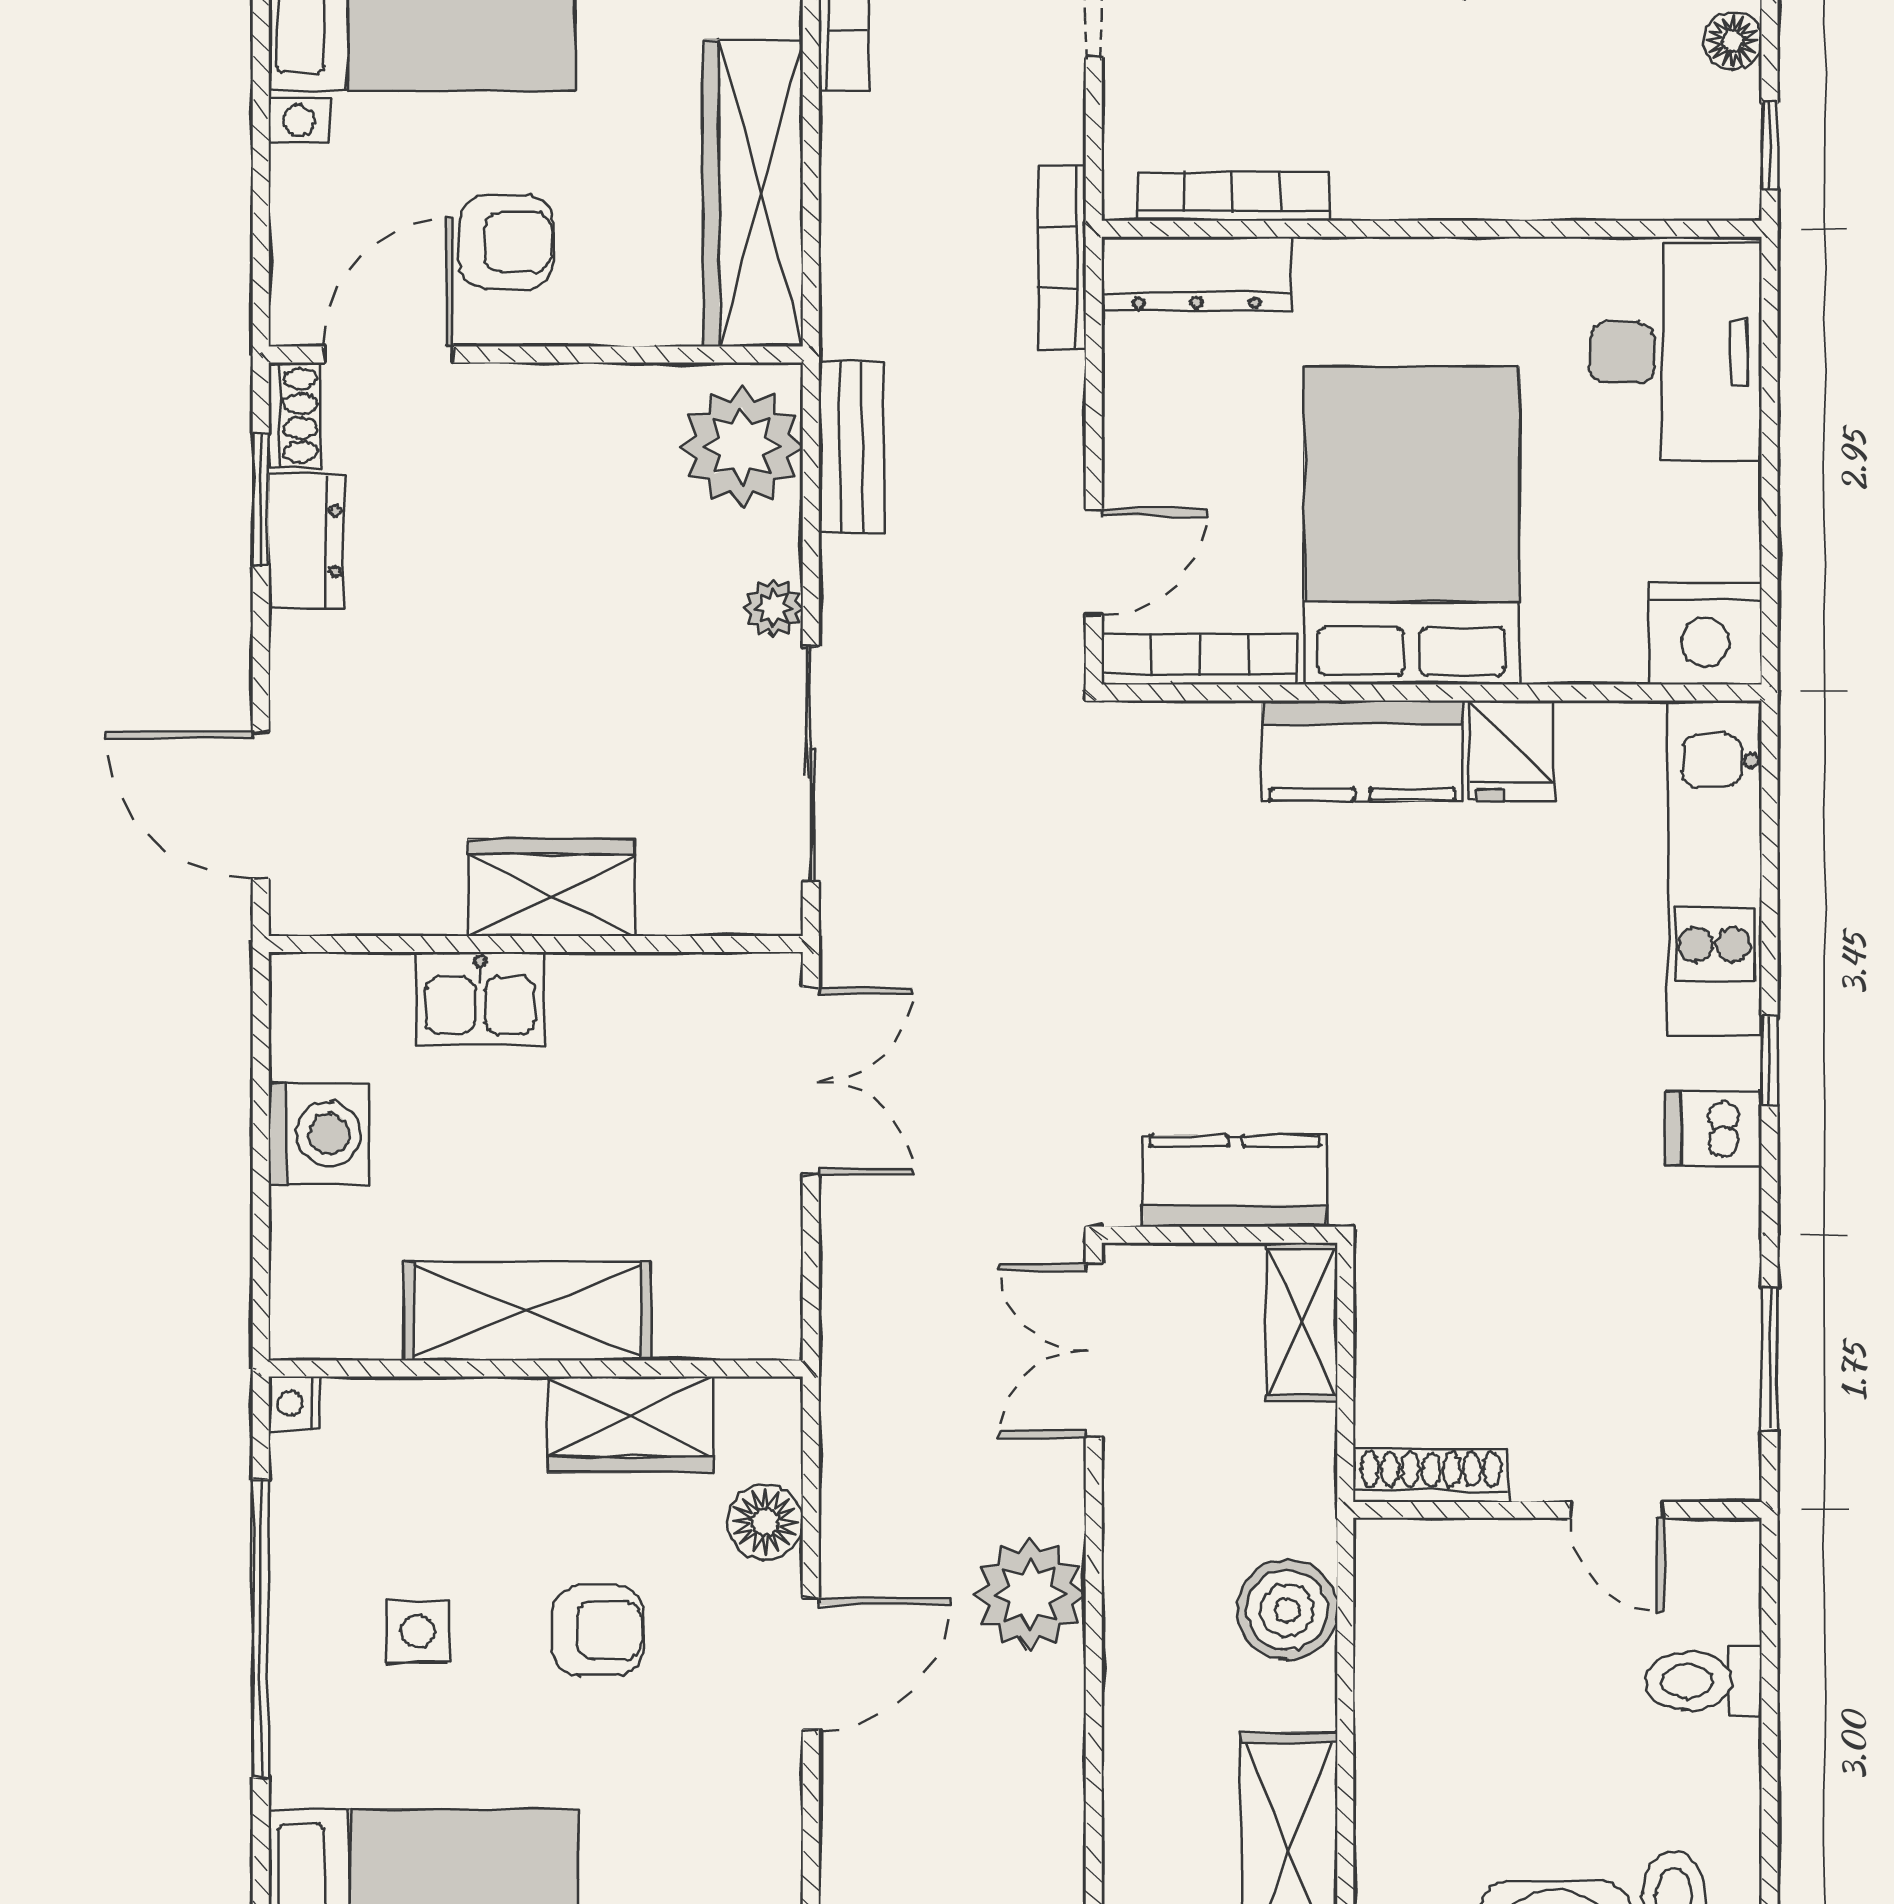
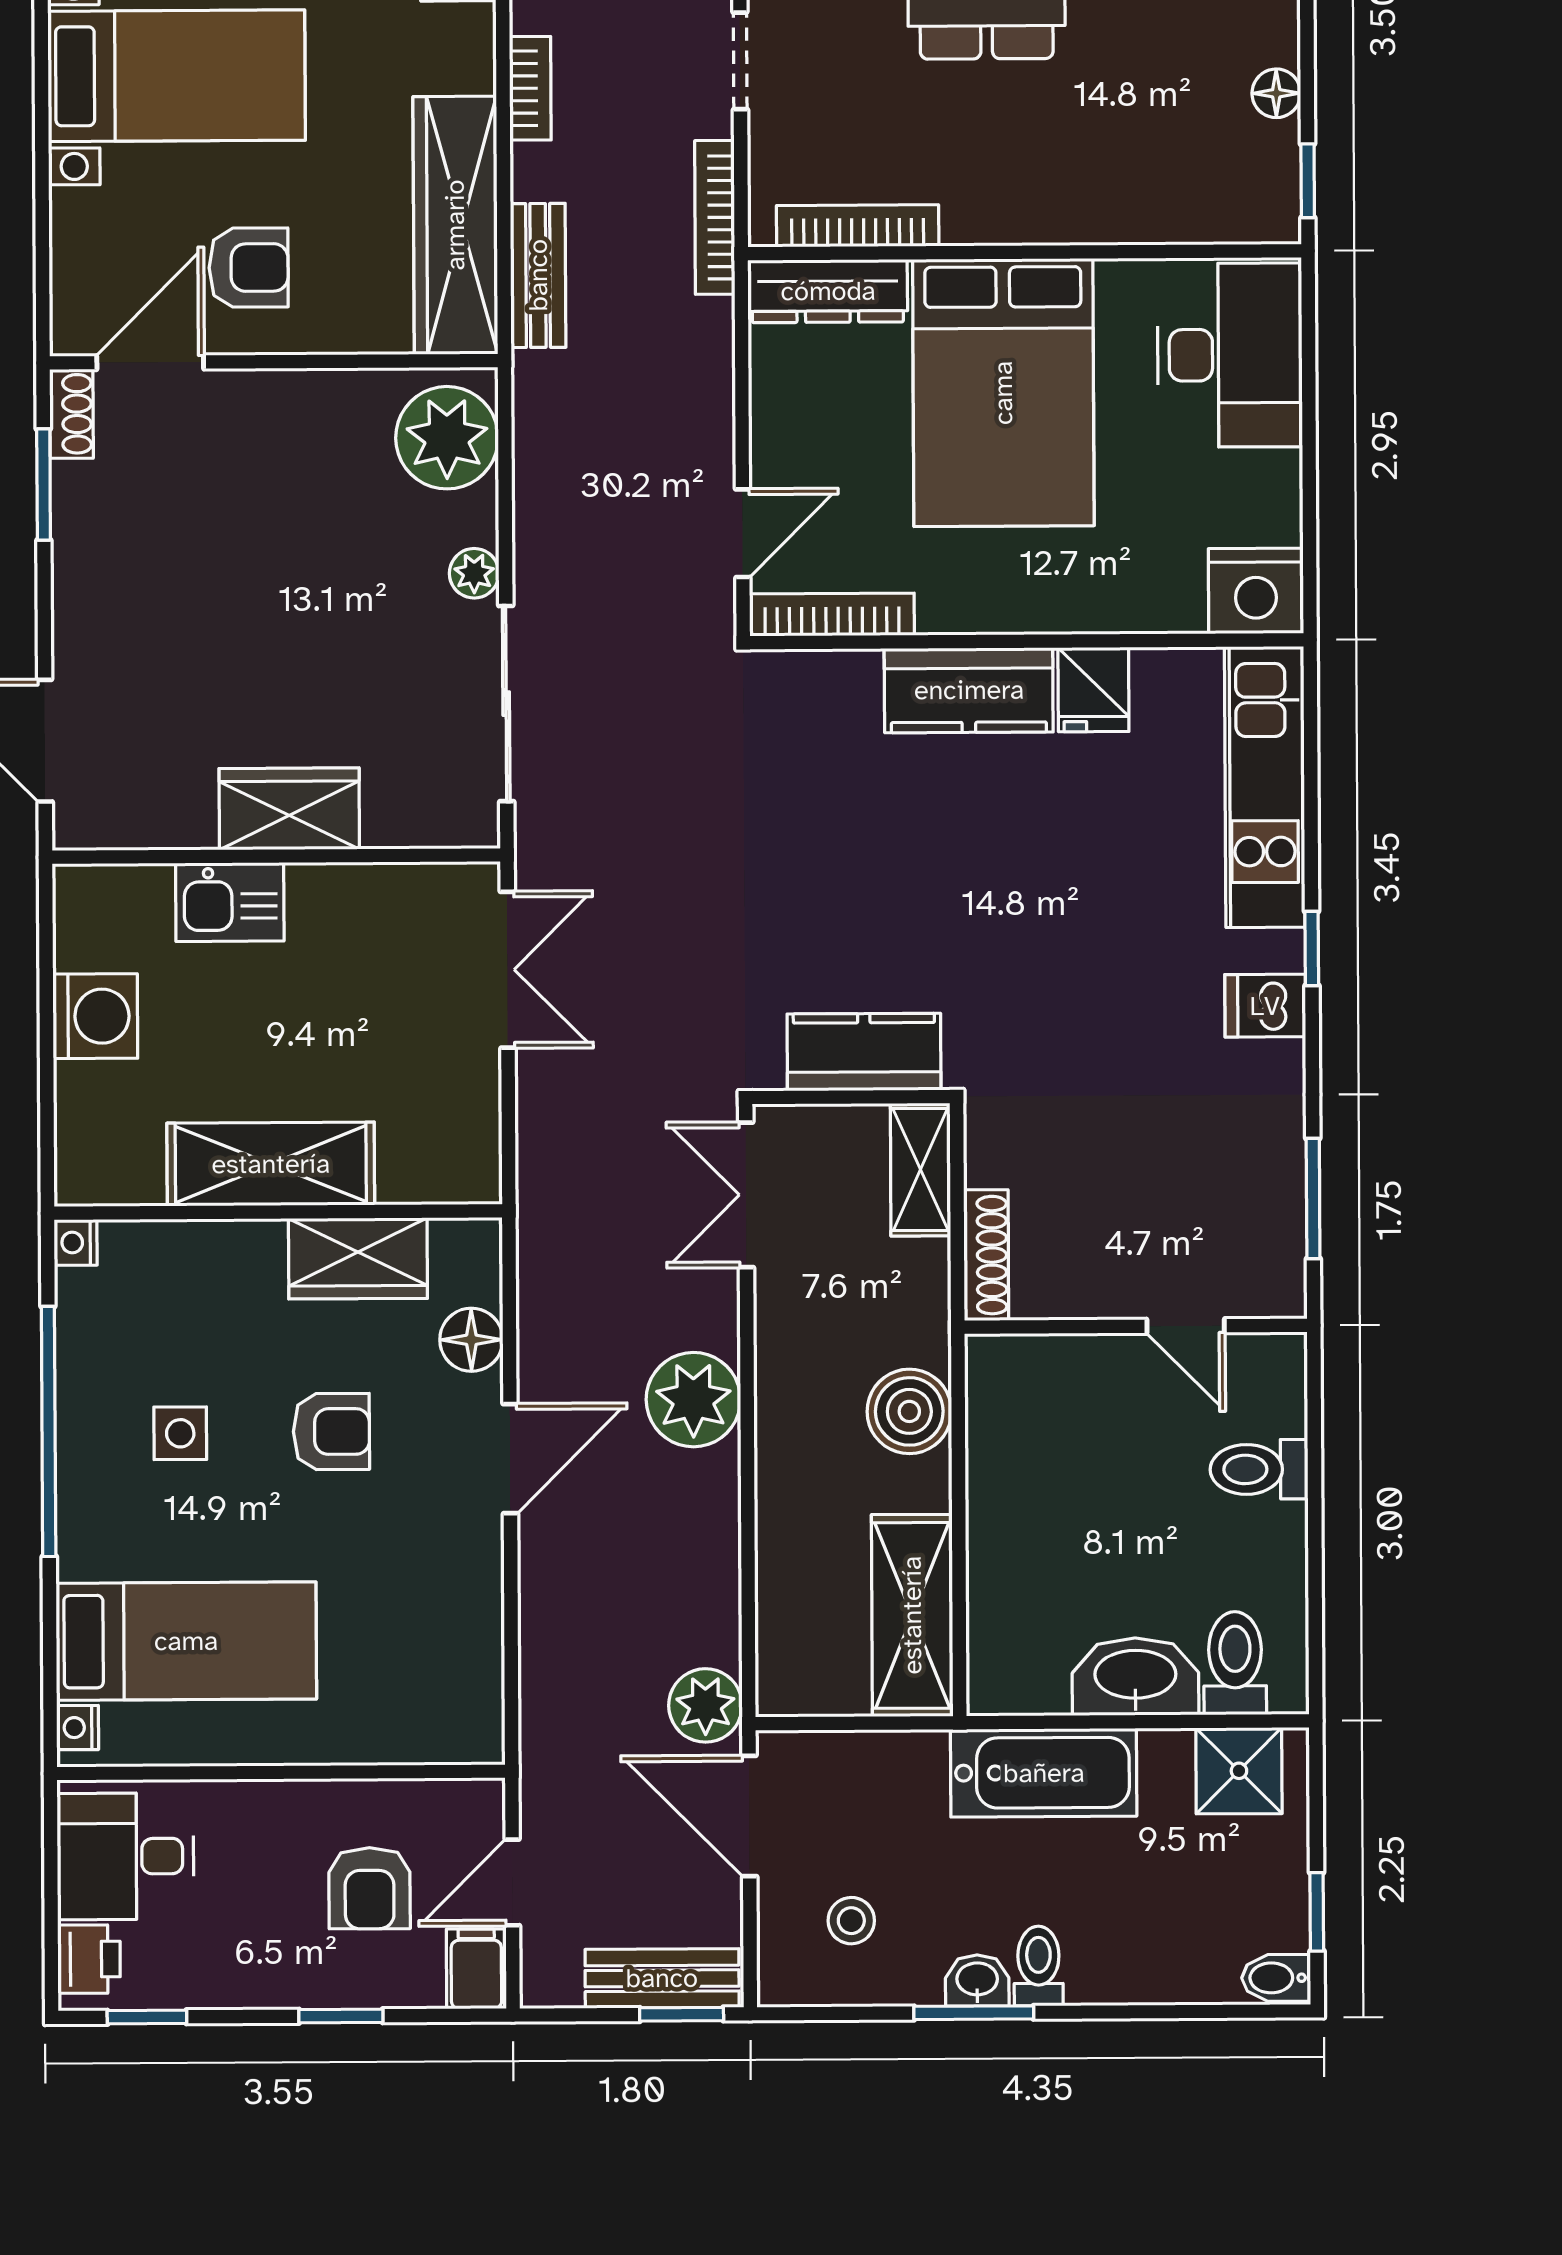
bookcase: (1062, 257) -> (715, 217), moved
bench: (851, 447) -> (538, 275), moved
bed: (1412, 525) -> (1003, 393), moved, turned 180
dresser: (306, 541) -> (82, 519), removed
shoe rack: (1431, 1476) -> (986, 1255), moved, turned 90

